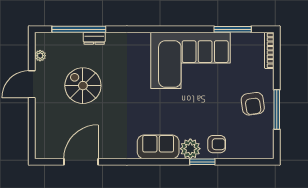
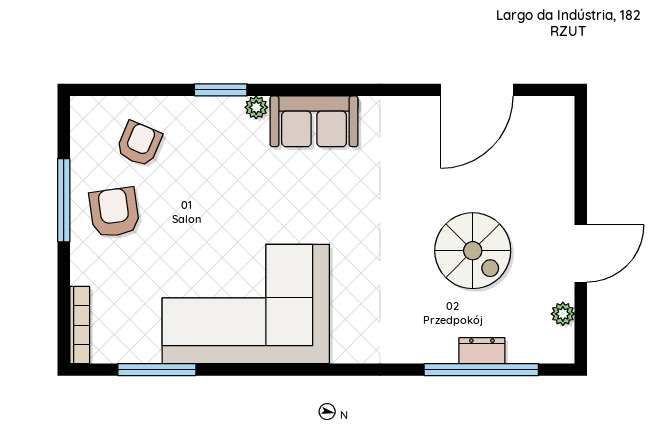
dresser: (94, 38) -> (482, 351), moved
armchair: (217, 144) -> (139, 144), moved, turned 113
plant: (190, 149) -> (256, 107), width x0.53, depth x0.53

